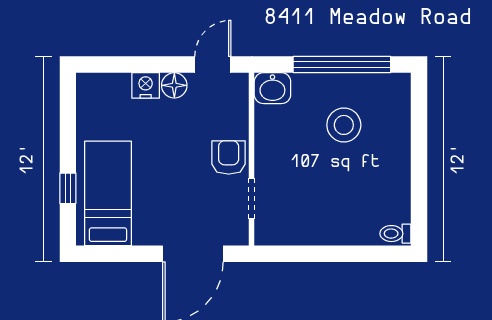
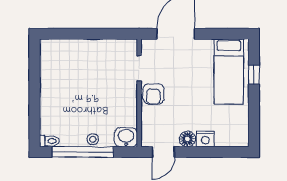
stool: (344, 125) -> (93, 139), moved, width x0.53, depth x0.53
toilet: (395, 234) -> (49, 141), moved

